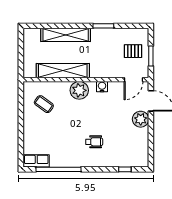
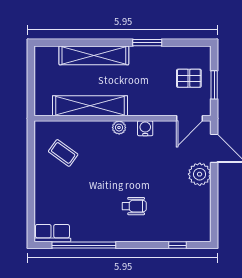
plant: (79, 90) -> (119, 128), width x0.53, depth x0.53

